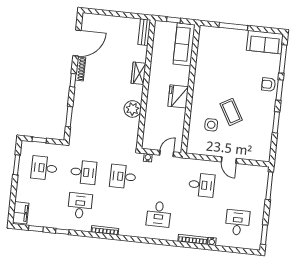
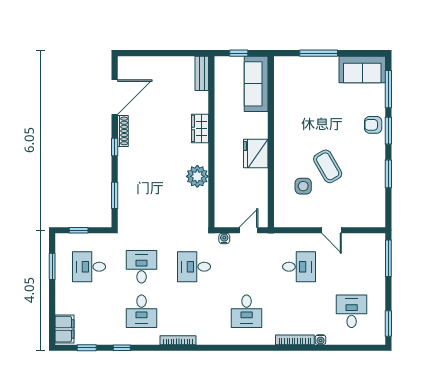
desk: (83, 172) -> (142, 267), turned -90
desk: (80, 206) -> (142, 311), turned 180

